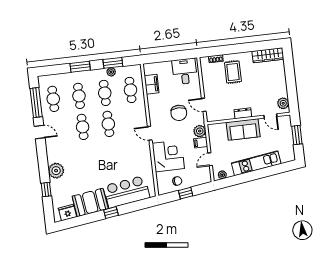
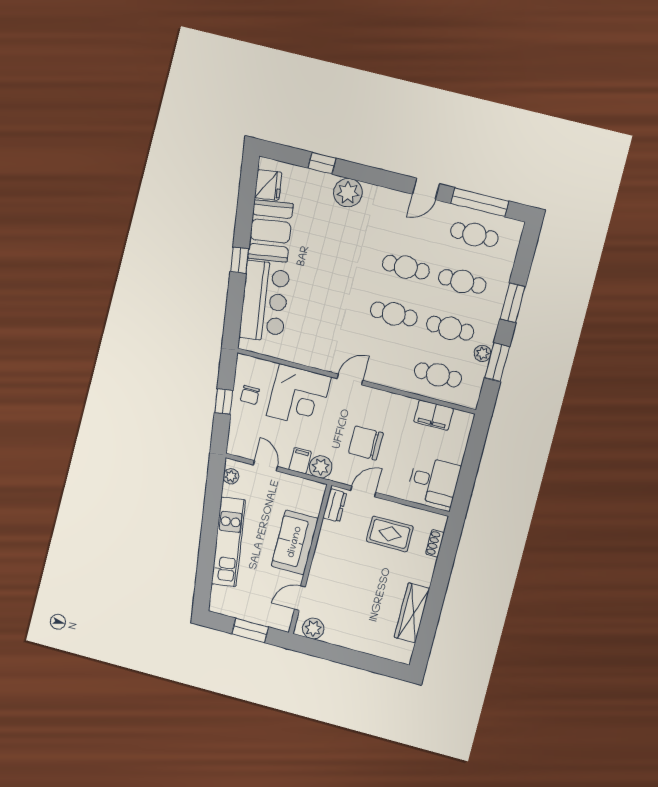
wardrobe: (268, 55) -> (412, 613), moved
rug: (233, 72) -> (390, 534), moved
dresser: (243, 113) -> (335, 505), moved

